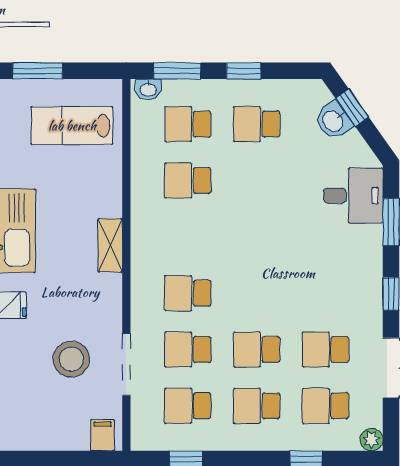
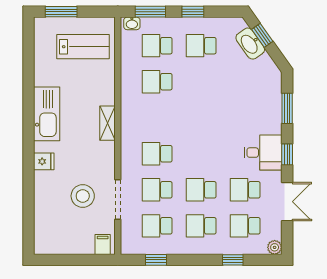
washbasin: (333, 121) -> (250, 44), width x1.38
lab bench: (72, 126) -> (83, 47), turned 180
desk: (353, 196) -> (263, 153), moved

